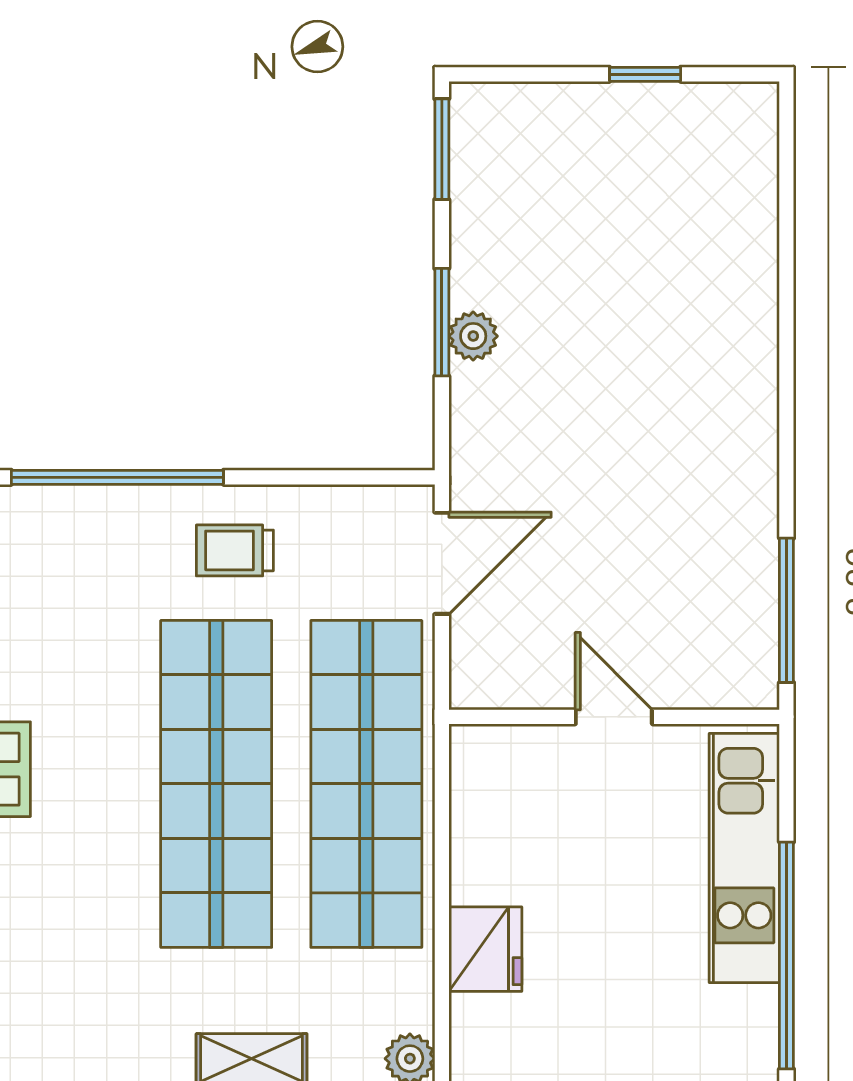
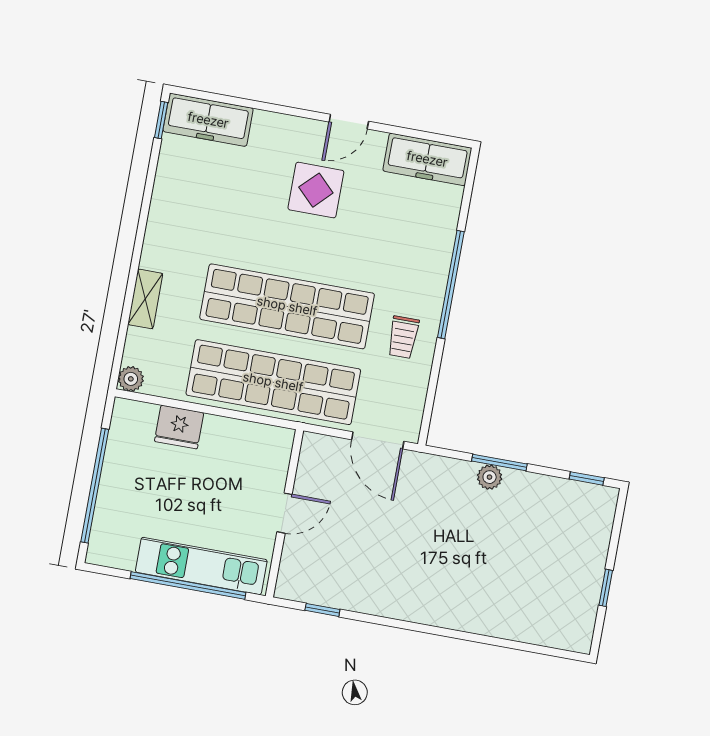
window: (442, 149) -> (587, 478), width x0.67
trolley: (235, 550) -> (403, 337), turned 180
window: (786, 610) -> (322, 610), width x0.46
window: (786, 955) -> (188, 585), moved

